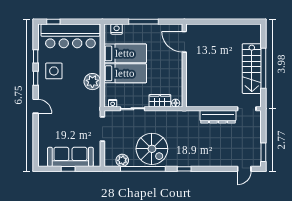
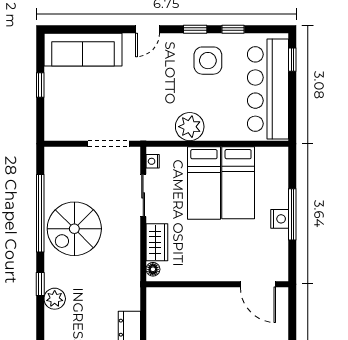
nightstand: (117, 29) -> (280, 219), moved
door: (184, 42) -> (258, 284), swing flipped
sofa: (70, 157) -> (83, 50), moved, turned 90
plant: (122, 160) -> (55, 299), moved

